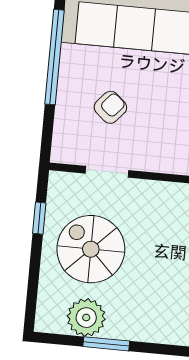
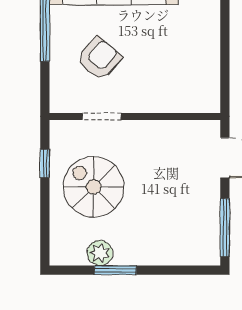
armchair: (110, 107) -> (99, 59), width x1.38, depth x1.38
plant: (86, 318) -> (100, 253), width x0.73, depth x0.73

